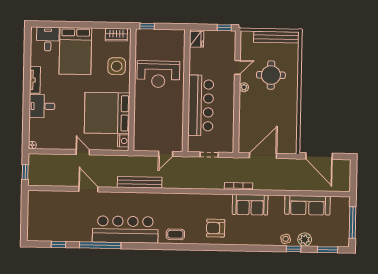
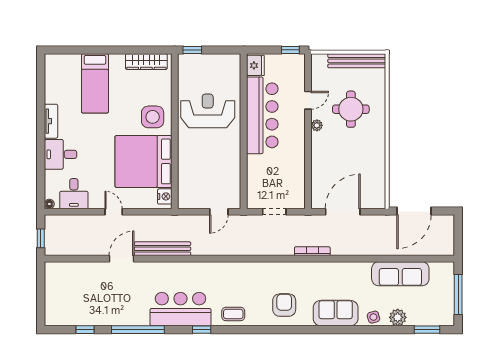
wardrobe: (116, 35) -> (146, 62), width x1.50
desk: (48, 39) -> (74, 194), moved, turned 180
bed: (75, 51) -> (95, 83), width x0.67
side table: (117, 66) -> (153, 117), moved
reception desk: (158, 74) -> (208, 111), turned 180
bar counter: (201, 105) -> (262, 115), moved
door: (319, 156) -> (414, 211), hinge flipped
bench: (140, 182) -> (162, 249), moved
door: (88, 189) -> (122, 259), hinge flipped
sofa: (250, 205) -> (336, 313), moved, turned 180
armchair: (216, 228) -> (284, 305), turned 90
bar counter: (125, 230) -> (180, 309), width x0.73
window: (294, 249) -> (202, 330), moved

